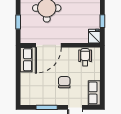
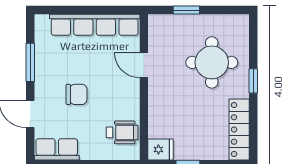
door: (48, 45) -> (144, 65), width x0.53
row of seats: (26, 60) -> (95, 25), width x2.02

